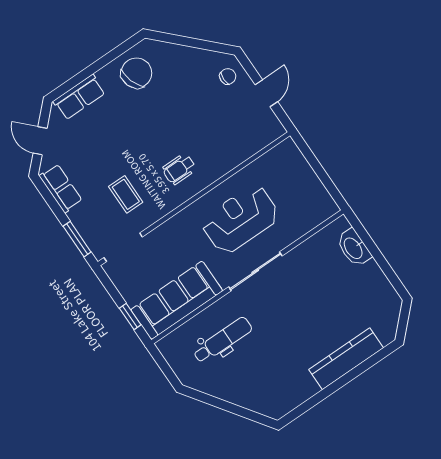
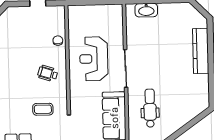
chair: (228, 76) -> (58, 41), moved
wheelchair: (179, 169) -> (48, 73), turned 108

